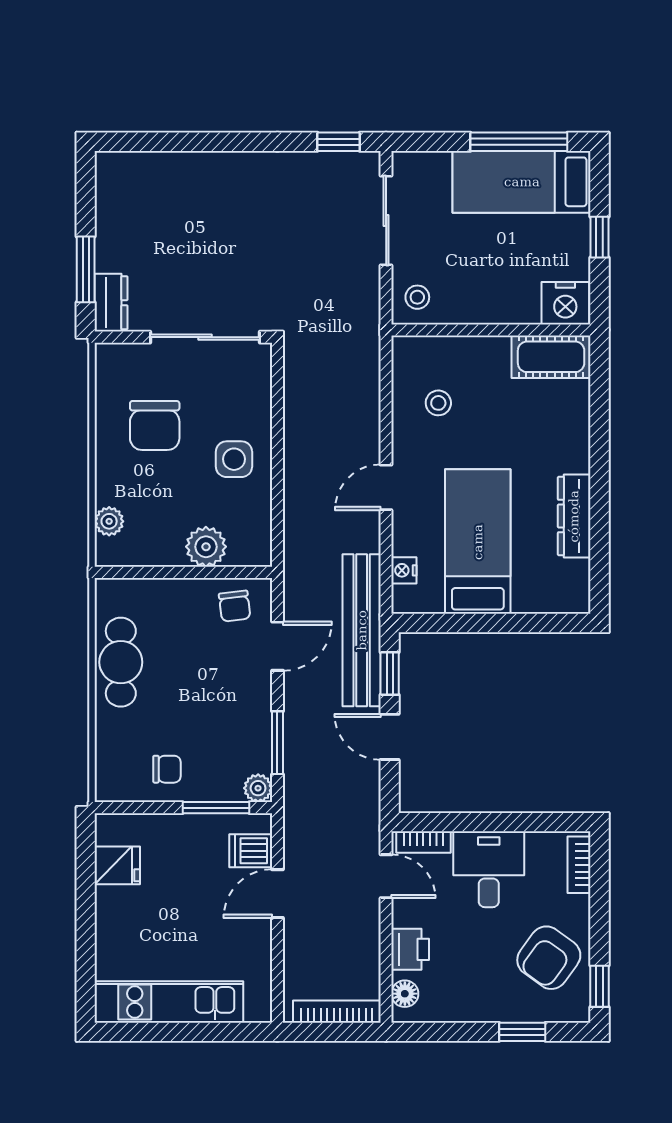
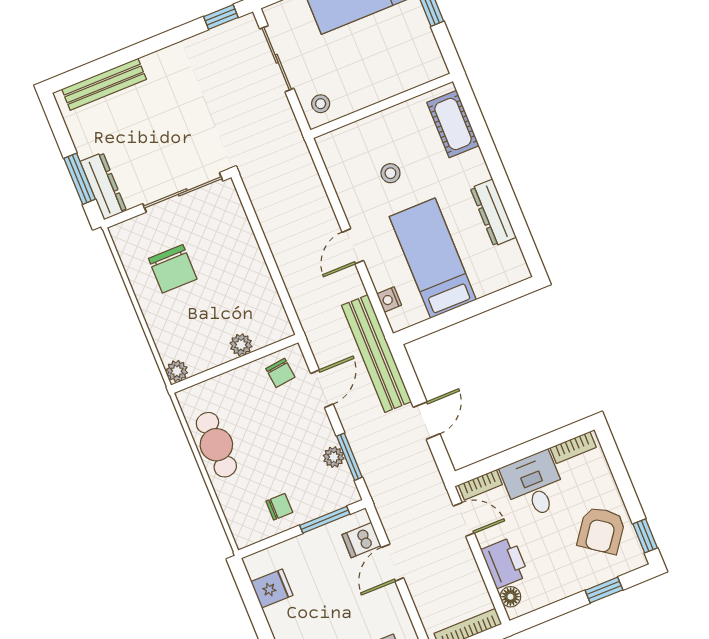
bench: (162, 166) -> (104, 84), added
dresser: (111, 303) -> (103, 186), width x1.44
nightstand: (565, 303) -> (426, 66), removed
cot: (551, 357) -> (453, 124), moved, turned 90
stool: (438, 403) -> (390, 173), moved
side table: (234, 459) -> (238, 270), removed
plant: (109, 521) -> (177, 371), moved
plant: (206, 547) -> (241, 345), width x0.73, depth x0.73
window: (390, 673) -> (408, 376), removed
door: (390, 737) -> (427, 421), swing flipped
plant: (258, 788) -> (334, 457), moved
bookcase: (579, 865) -> (573, 447), moved, turned -90
printer: (410, 949) -> (505, 563), width x1.36, depth x1.24

